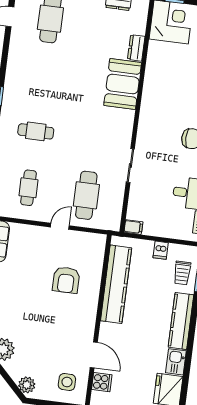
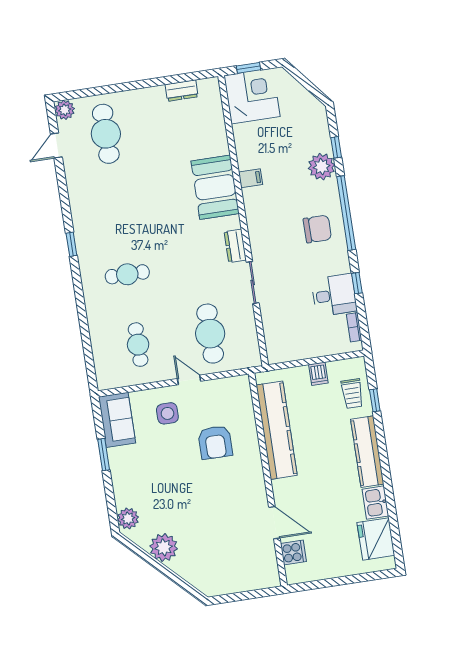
dresser: (136, 48) -> (235, 246), moved
door: (60, 226) -> (189, 380), hinge flipped
filing cabinet: (133, 227) -> (251, 178), moved
side table: (67, 382) -> (167, 413), moved
plant: (27, 385) -> (204, 582), removed

